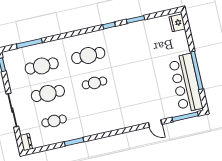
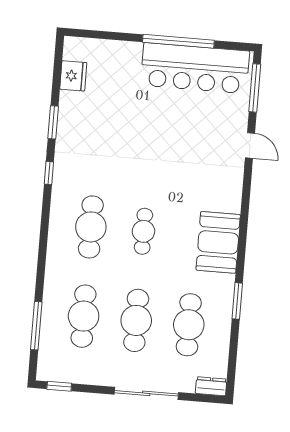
fridge: (177, 23) -> (73, 76), moved, turned -90
cafe table: (54, 121) -> (189, 325), width x1.37, depth x1.35
booth: (101, 123) -> (218, 242), added
door: (155, 123) -> (250, 145), hinge flipped

